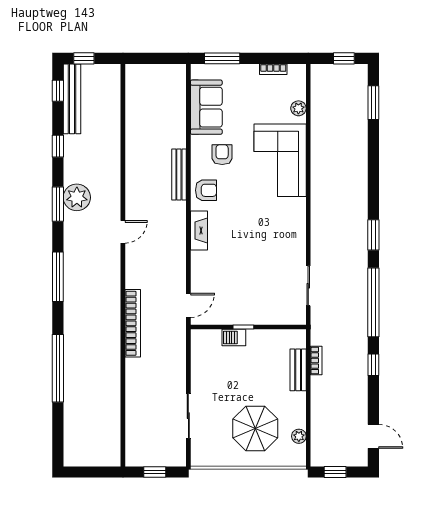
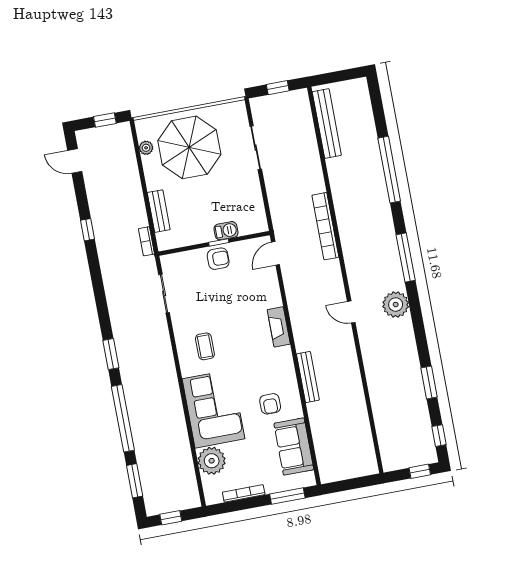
bookcase: (273, 69) -> (244, 493), width x1.56
bench: (72, 99) -> (327, 123), moved
plant: (298, 108) -> (212, 461), width x1.87, depth x1.87
window: (58, 146) -> (429, 382), width x1.50
armchair: (206, 190) -> (218, 259), moved, turned 180
plant: (77, 197) -> (396, 305), moved
window: (58, 204) -> (419, 327), removed
coffee table: (277, 225) -> (205, 346), added
door: (123, 232) -> (351, 312), hinge flipped
window: (373, 302) -> (123, 418), moved
bookcase: (316, 361) -> (146, 241), moved
parasol: (255, 428) -> (189, 147), width x1.36, depth x1.36

